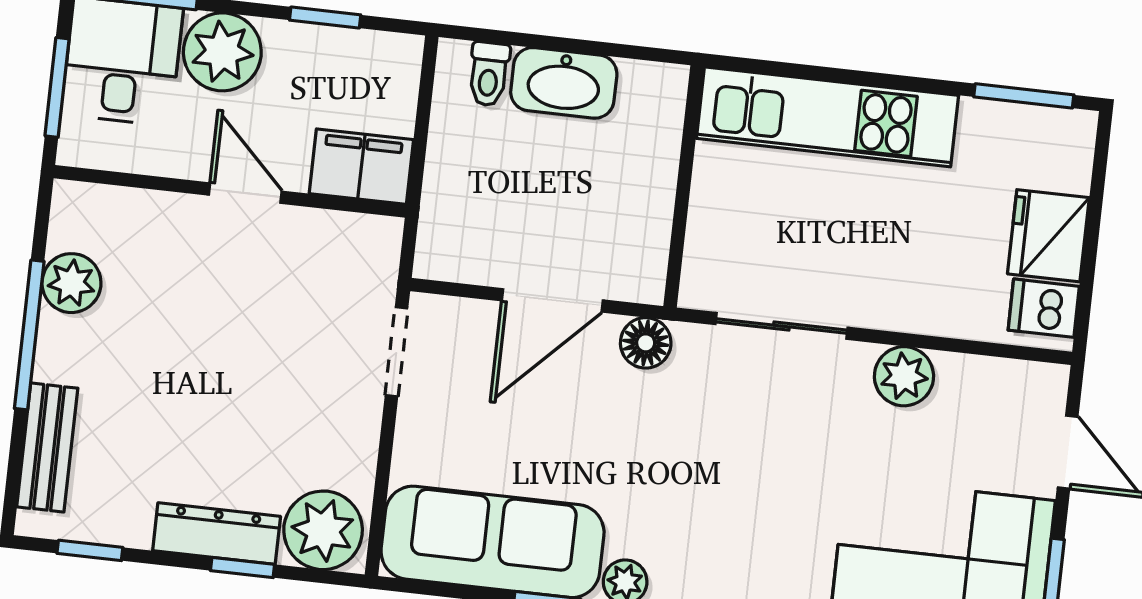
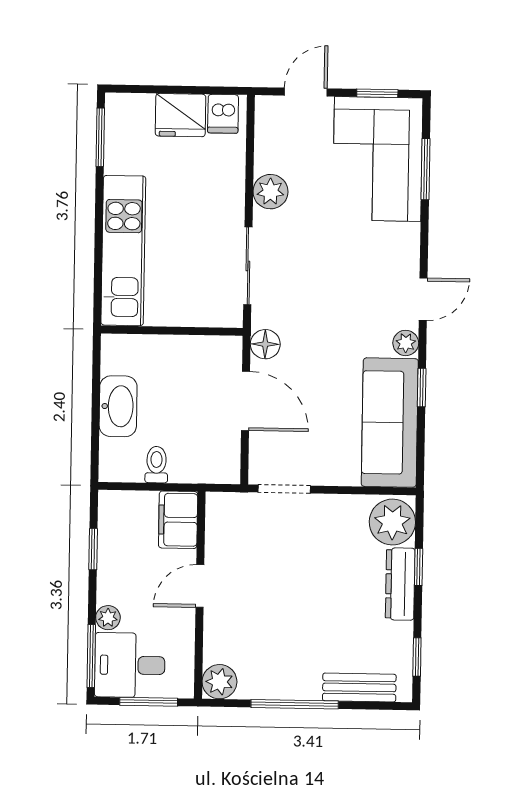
plant: (222, 52) -> (108, 618), width x0.53, depth x0.53
toilet: (489, 74) -> (156, 465), moved, turned -90
plant: (71, 283) -> (219, 682), moved

